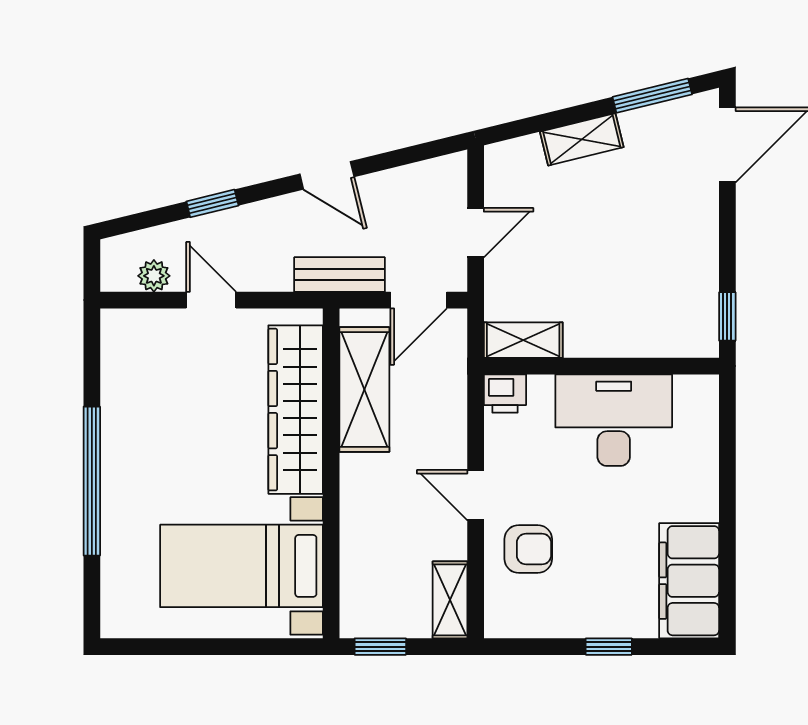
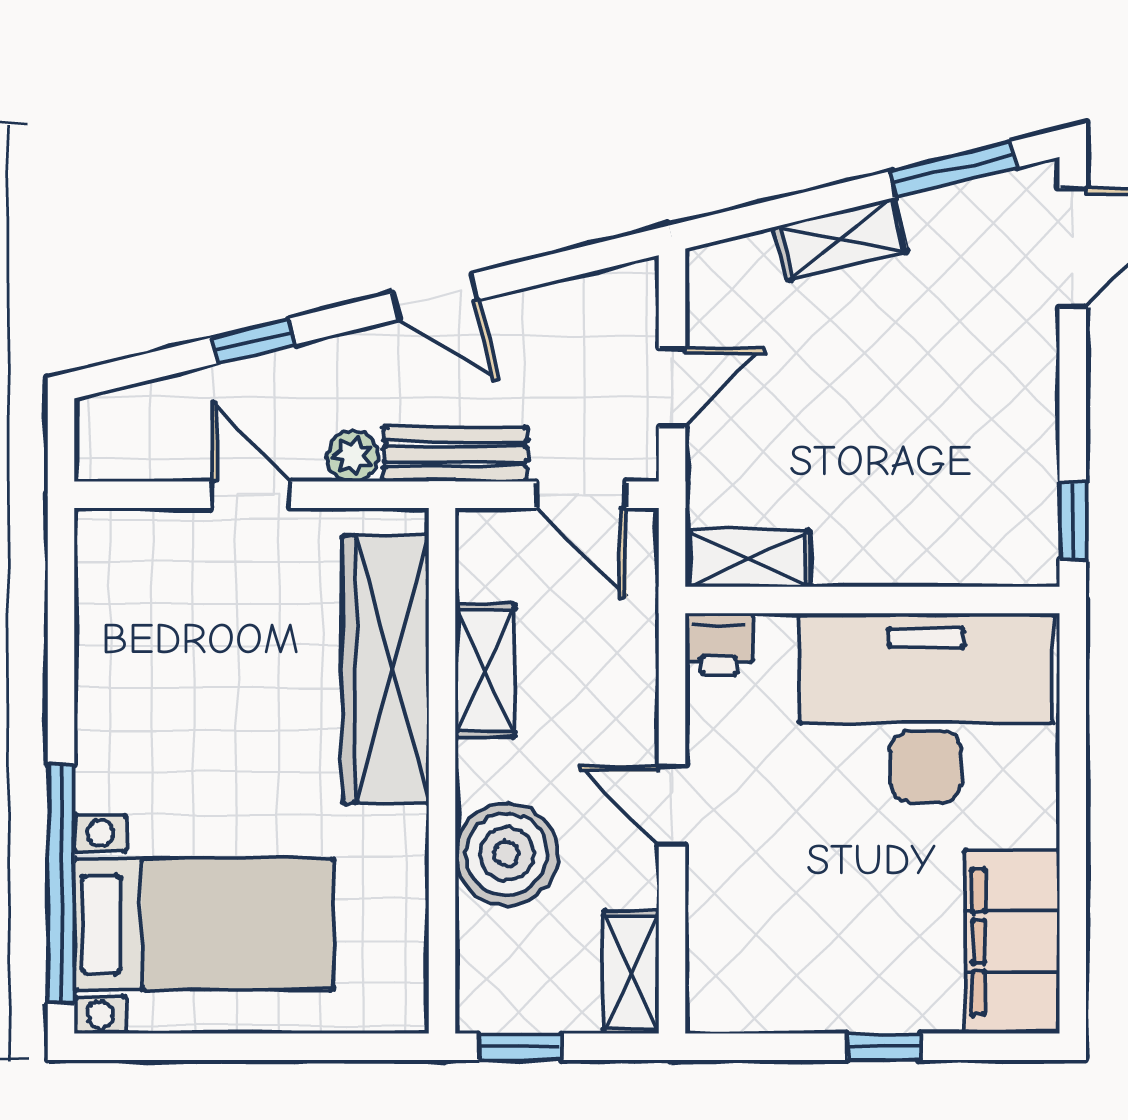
plant: (154, 276) -> (352, 456), moved
door: (419, 300) -> (581, 495), hinge flipped
shelving: (364, 390) -> (485, 670), width x0.67, depth x0.75
desk: (614, 420) -> (926, 708), width x1.36, depth x1.30
window: (92, 481) -> (61, 883), moved
boiler: (372, 526) -> (506, 854), added
armchair: (528, 549) -> (756, 891), removed
bed with nightstands: (242, 566) -> (204, 924), moved, turned 180

